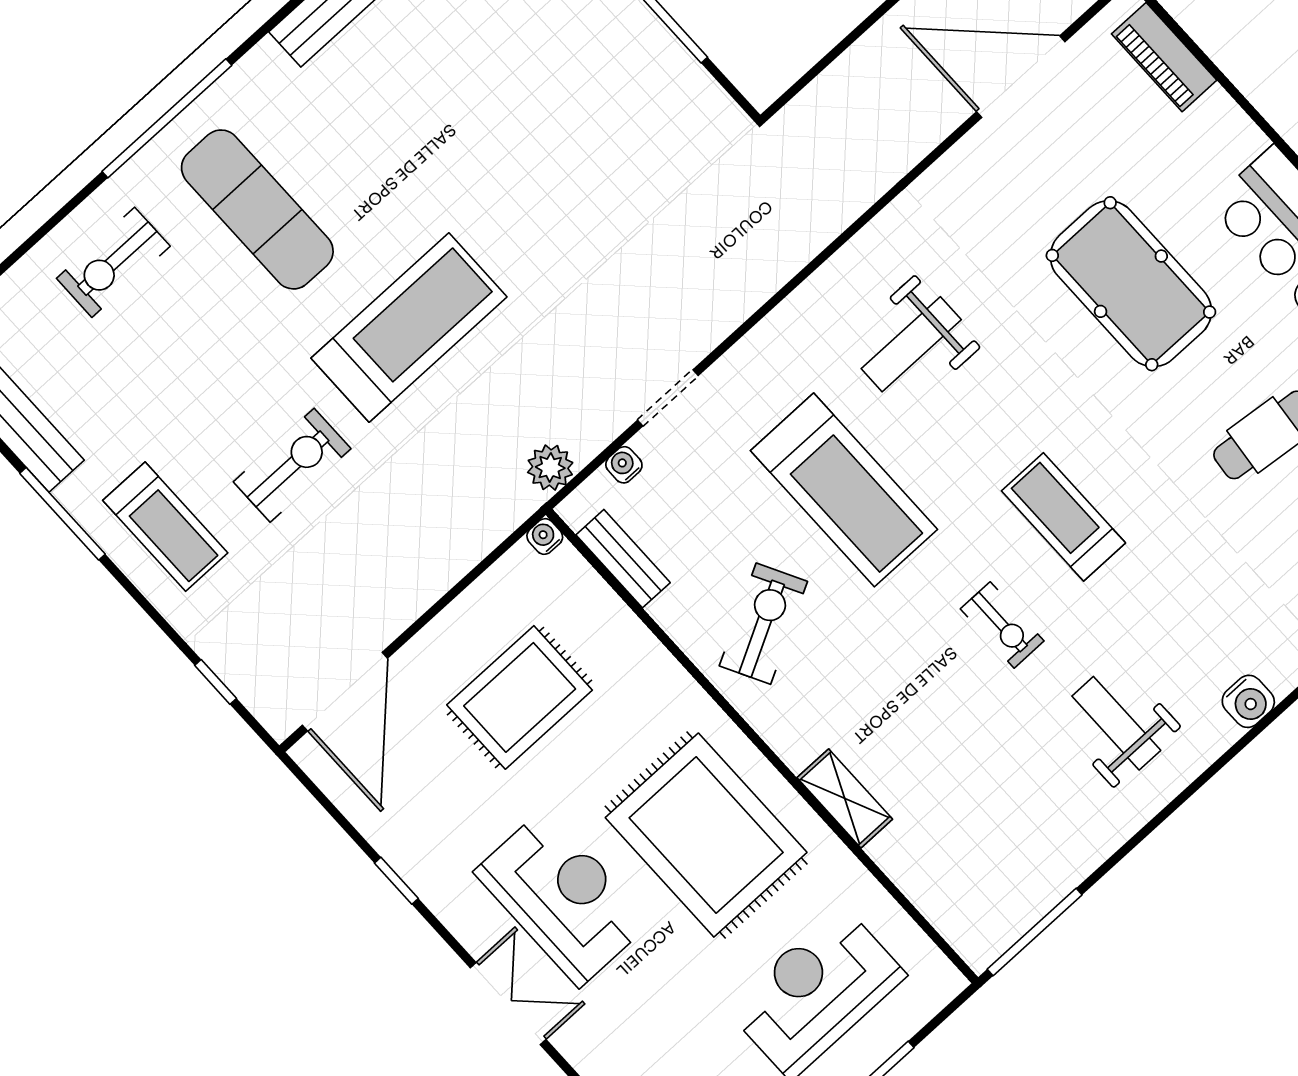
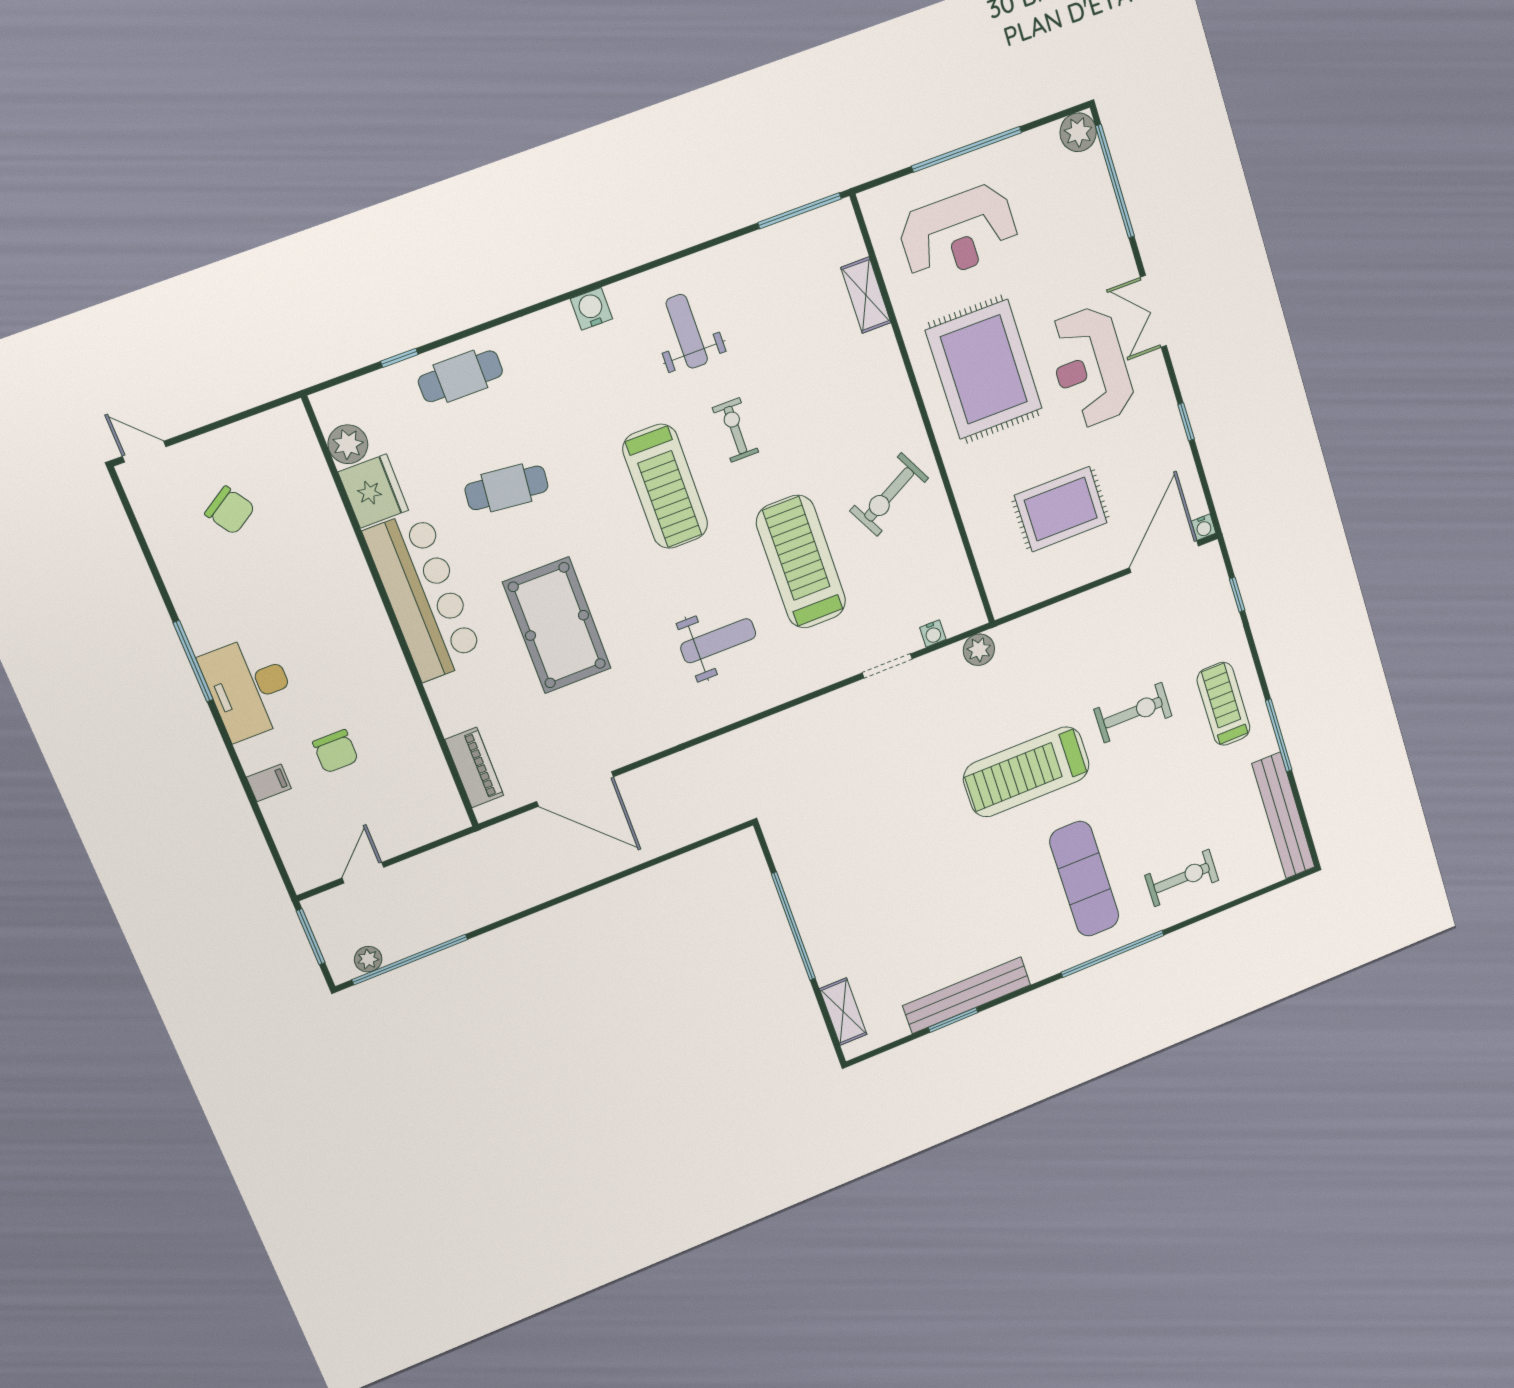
exercise bike: (292, 465) -> (1133, 713), turned 180
treadmill: (1063, 517) -> (665, 486), width x1.37, depth x1.38
water cooler: (545, 537) -> (1203, 527), moved
bench: (623, 559) -> (959, 573), removed
weight bench: (1116, 723) -> (687, 331), turned 180
shelving: (845, 798) -> (866, 295), moved

